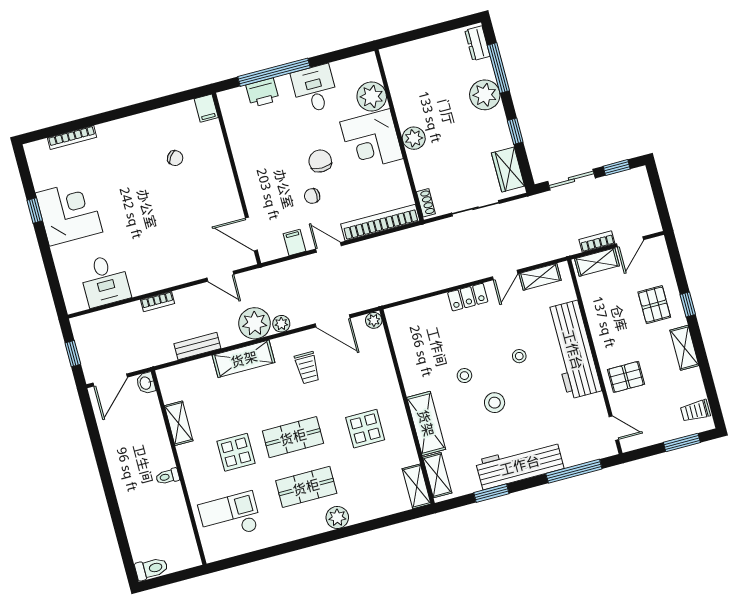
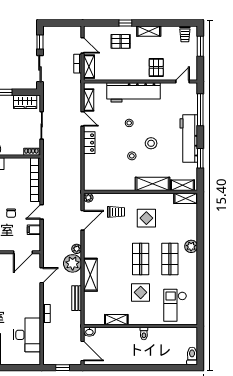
desk: (105, 281) -> (27, 335), width x1.37
trolley: (307, 368) -> (116, 212), moved

